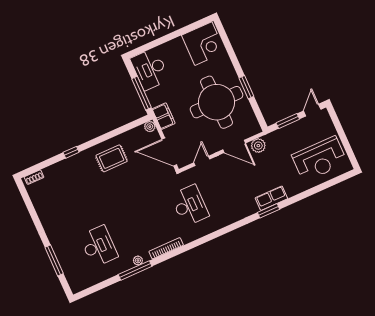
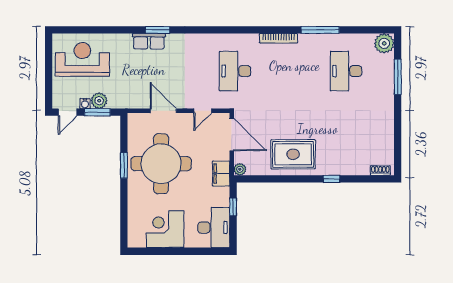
corner desk: (203, 44) -> (165, 229), moved
window: (141, 93) -> (233, 207), width x0.46
water cooler: (301, 124) -> (85, 104), added
plant: (258, 146) -> (99, 101), moved
rug: (112, 158) -> (293, 154), width x1.36, depth x1.43
plant: (138, 260) -> (384, 43), moved, width x1.88, depth x1.88

